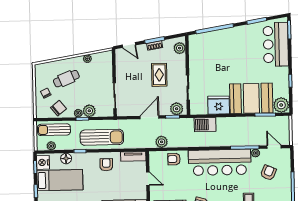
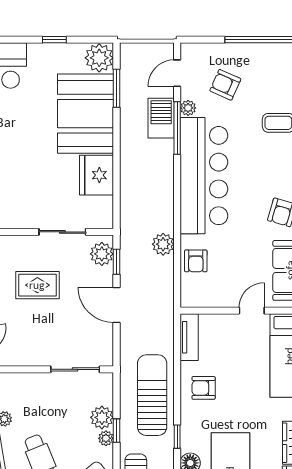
barbecue: (205, 125) -> (161, 118), moved, turned 180
plant: (162, 142) -> (163, 244), moved
door: (148, 179) -> (252, 311), moved

